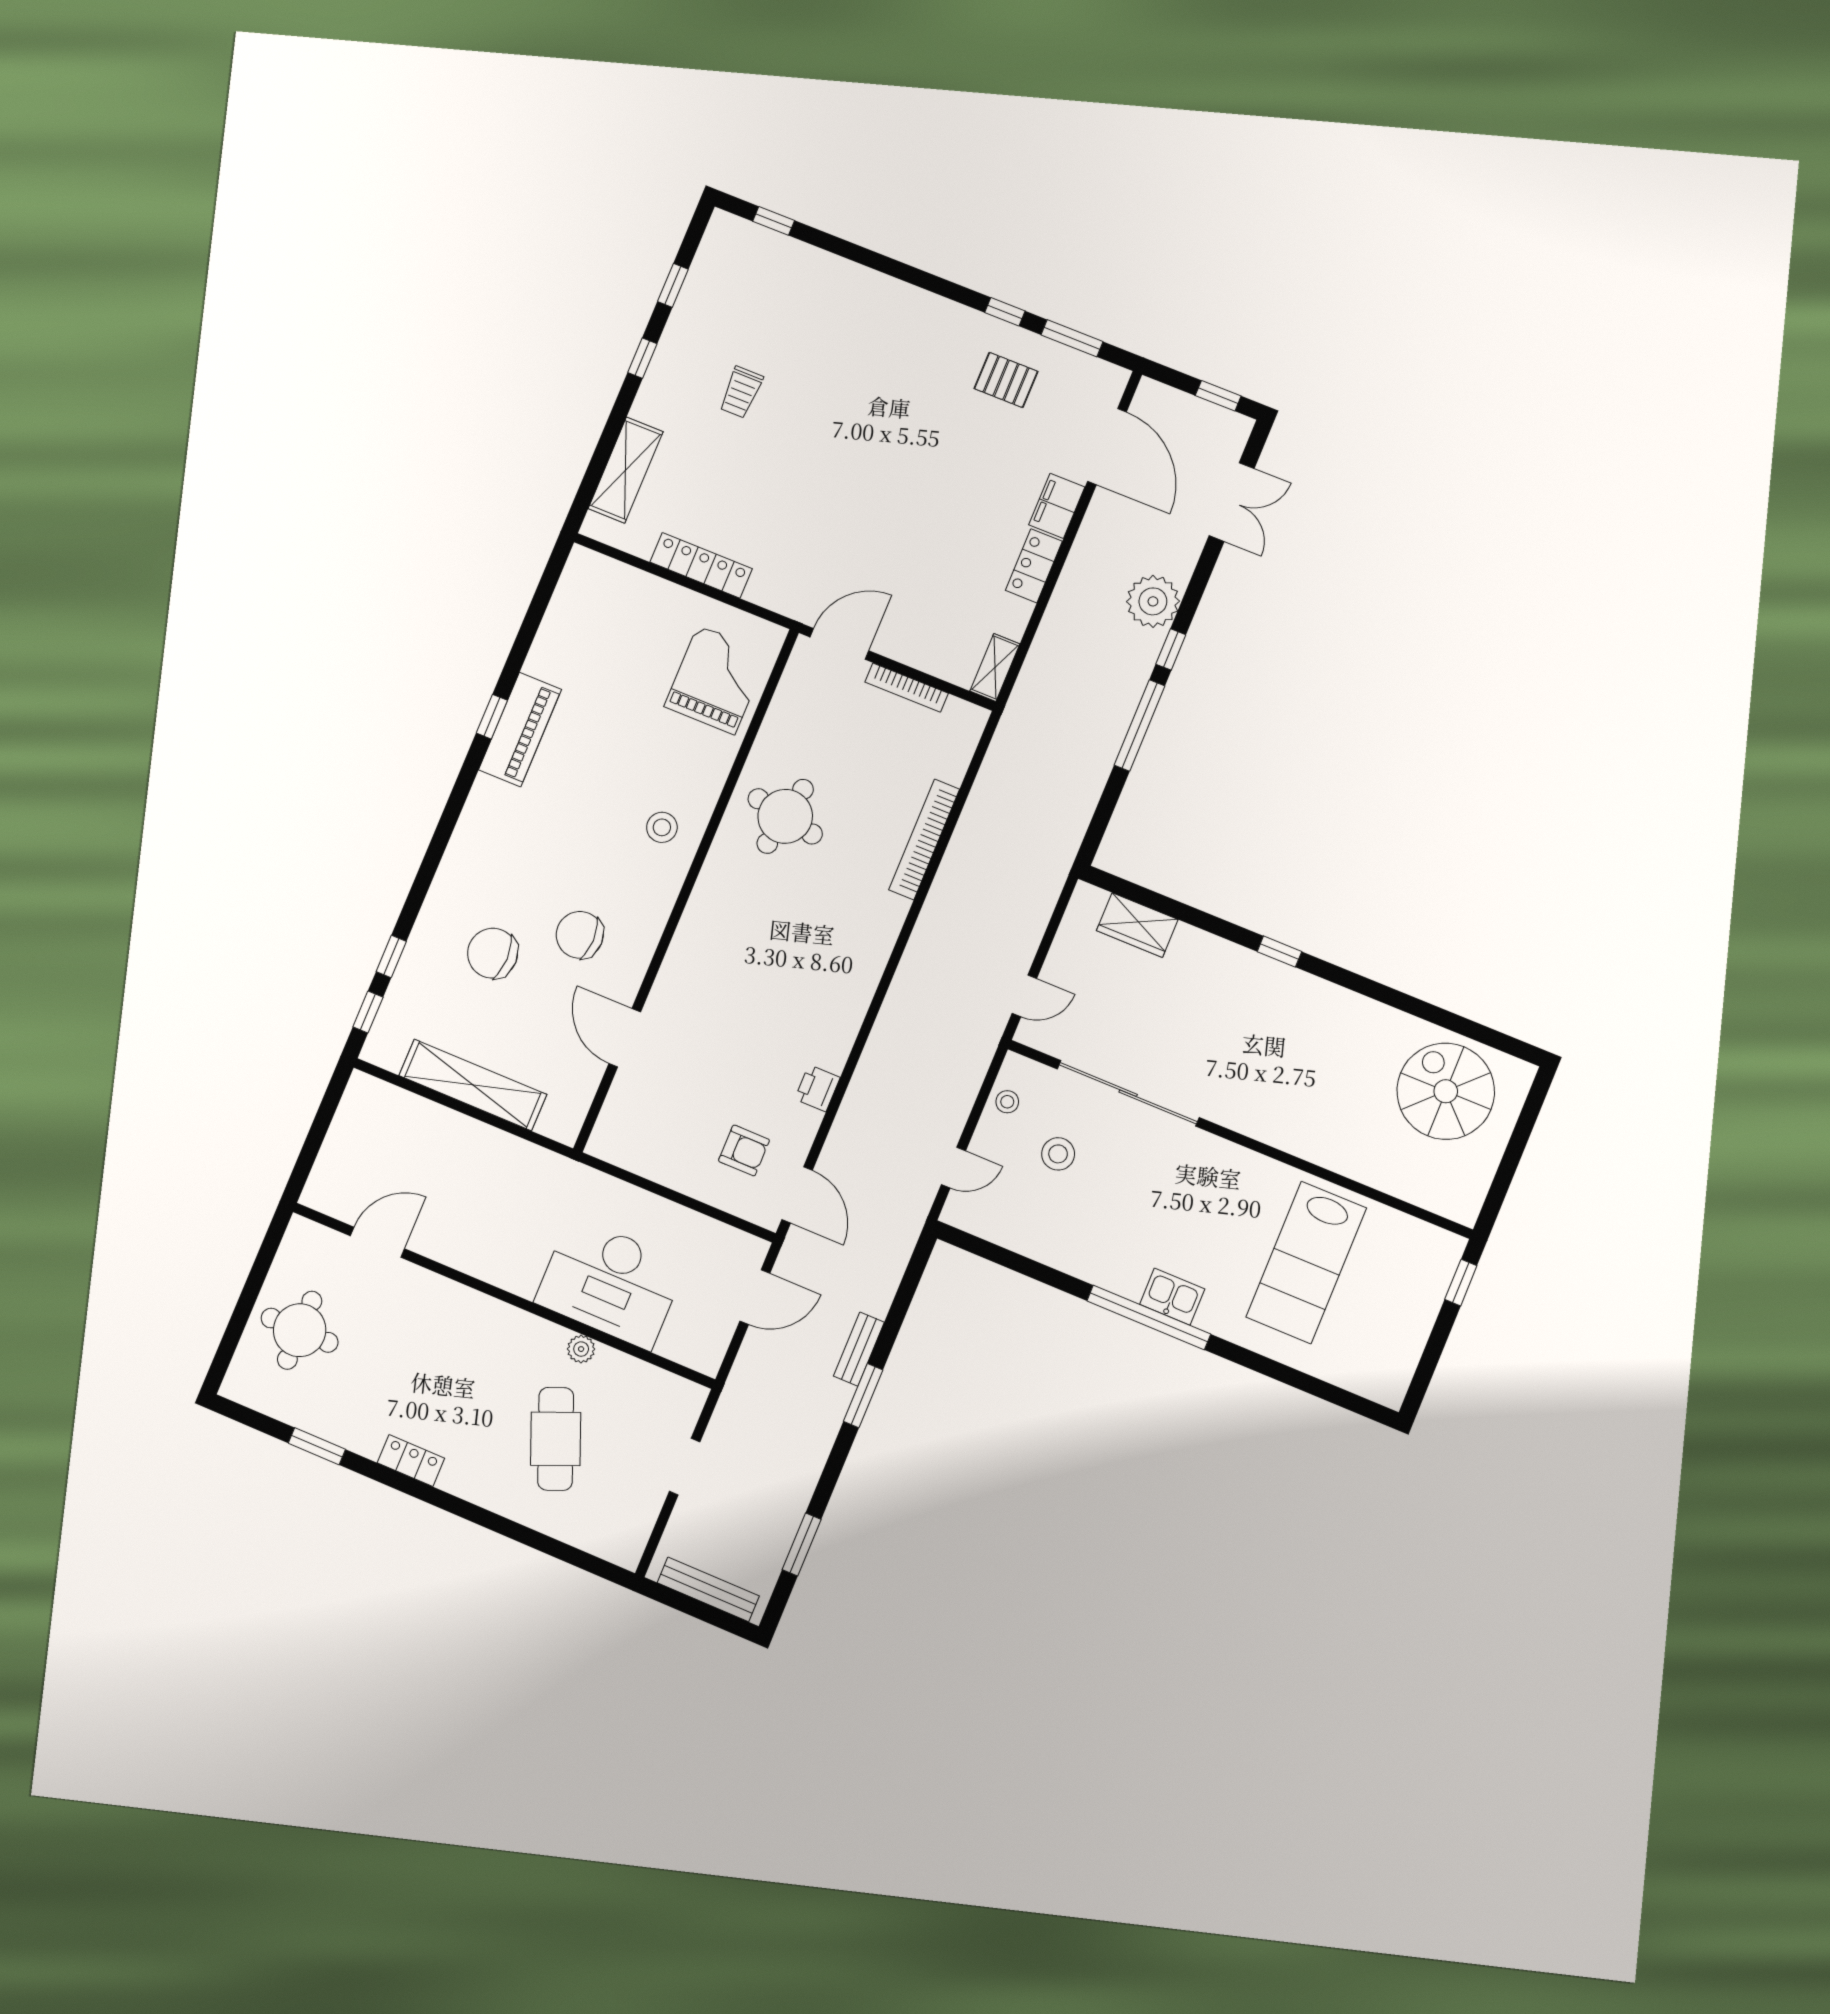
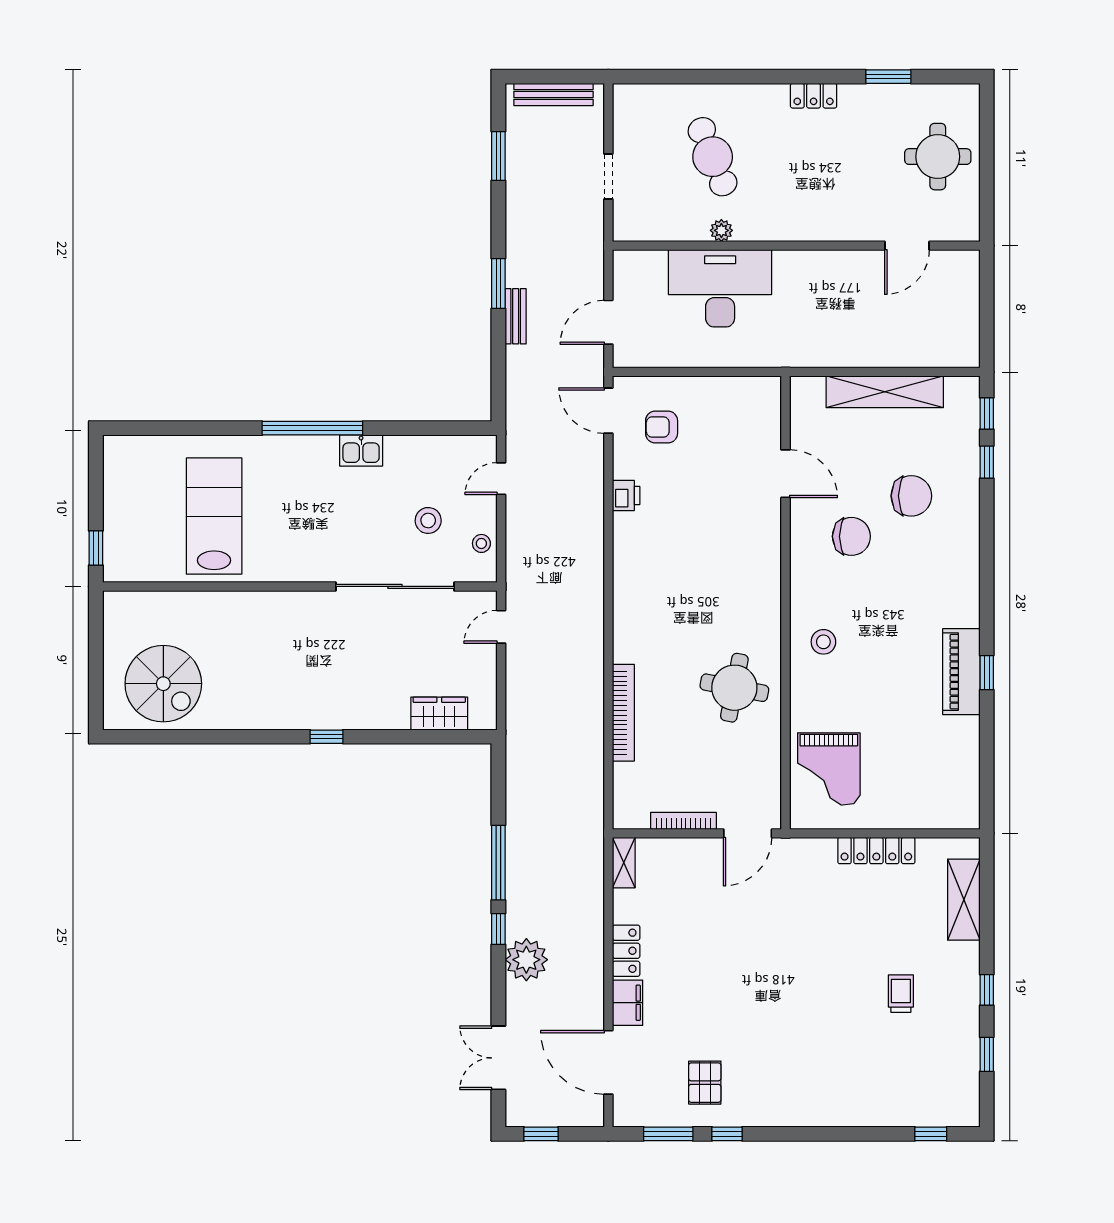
pallet: (1006, 380) -> (705, 1083), turned 90
kitchen sink: (1172, 1297) -> (361, 450), moved

